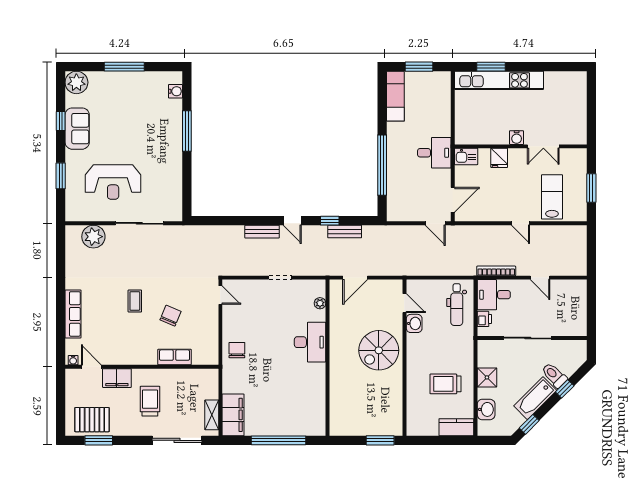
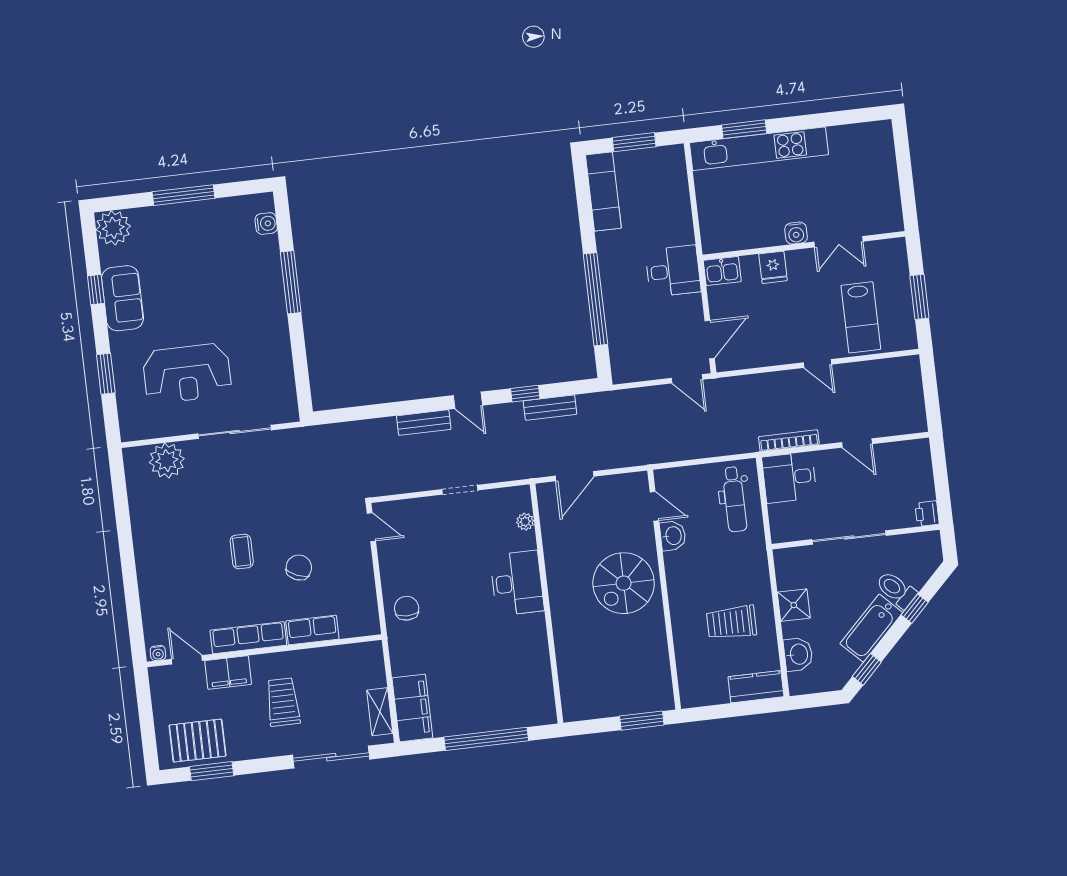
lab bench: (552, 197) -> (861, 317), turned 180
row of seats: (73, 314) -> (248, 638), moved, turned -90
printer: (484, 319) -> (927, 514), moved, turned 180

